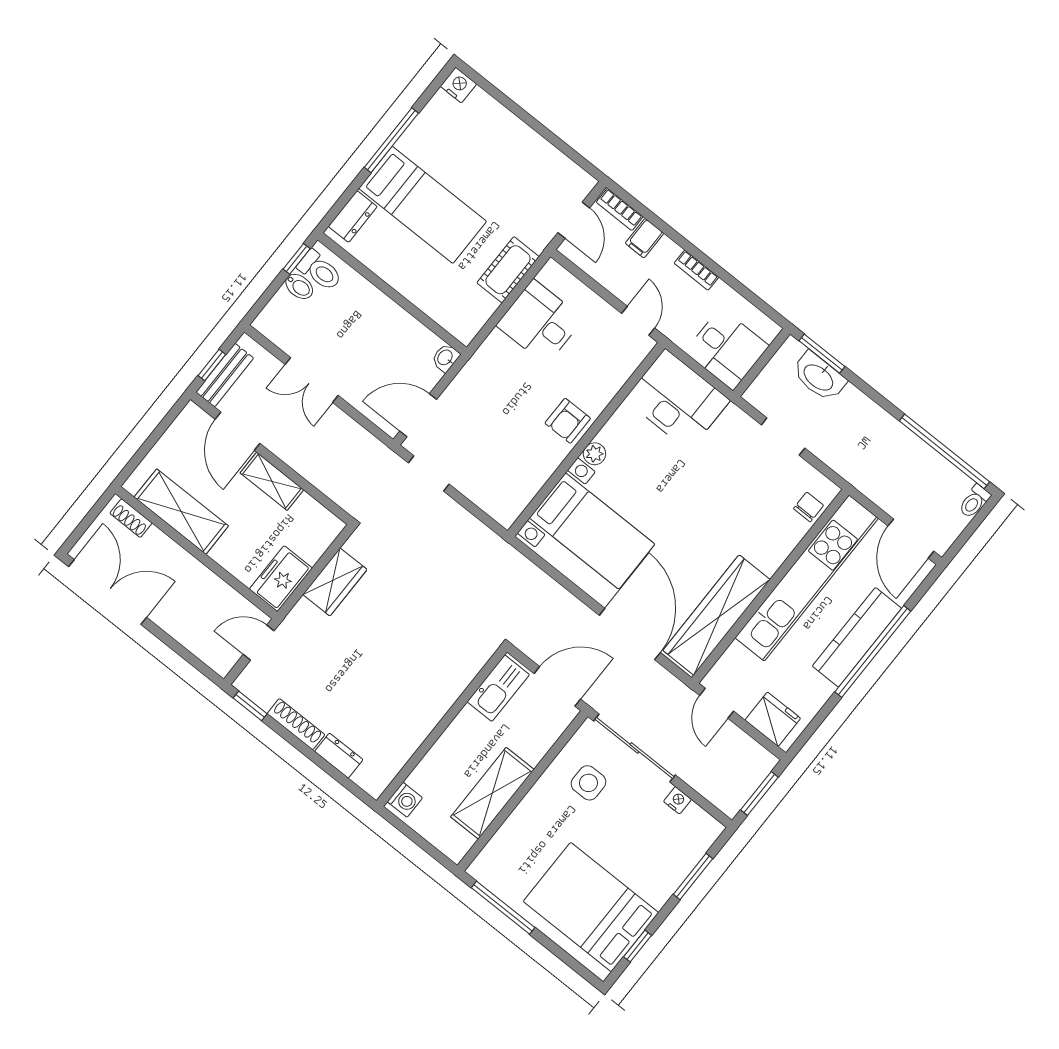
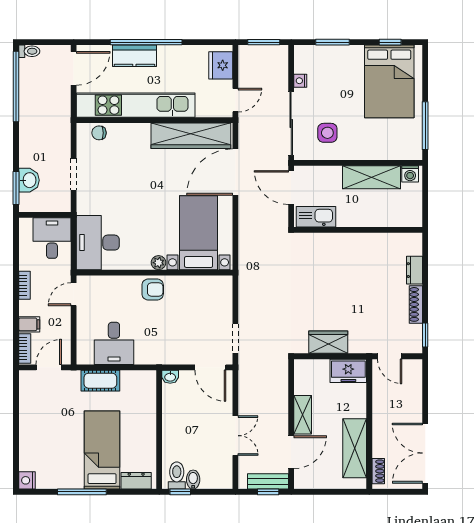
washbasin: (819, 377) -> (29, 180), width x0.72
kitchen counter: (857, 637) -> (134, 56), width x0.67
washing machine: (405, 800) -> (410, 174), moved, turned 180

